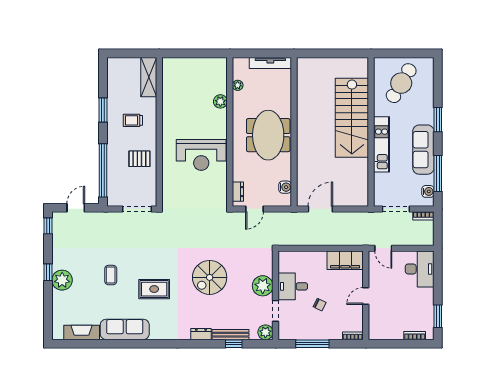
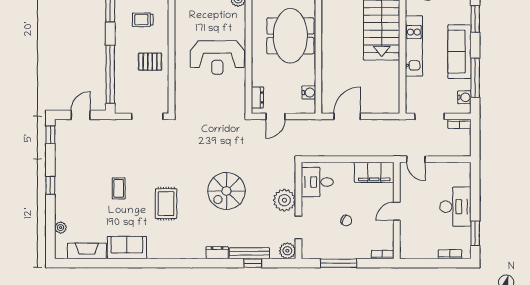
desk: (420, 269) -> (455, 207), moved
plant: (62, 280) -> (61, 228), moved, width x0.53, depth x0.53
desk: (293, 286) -> (317, 182), moved
rug: (154, 289) -> (166, 204), turned 90
sofa: (125, 329) -> (127, 248), width x0.73

